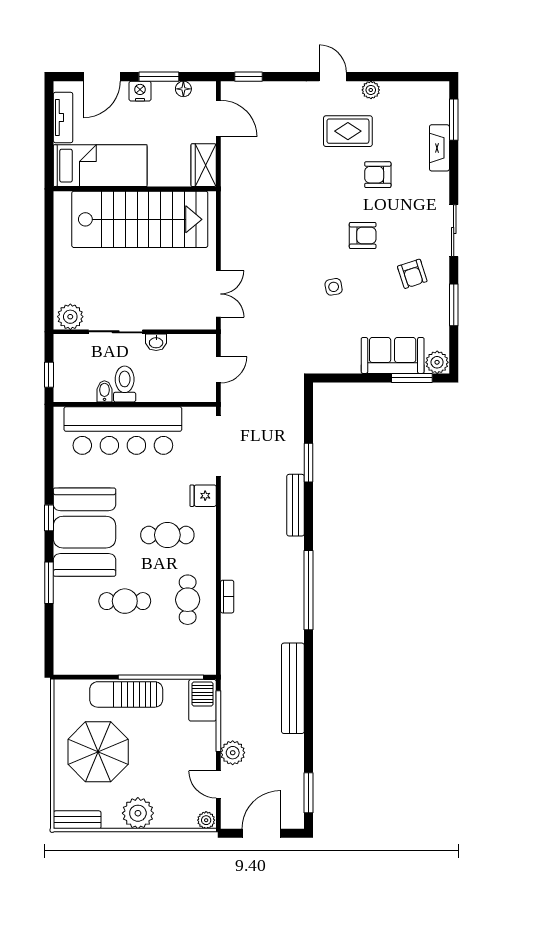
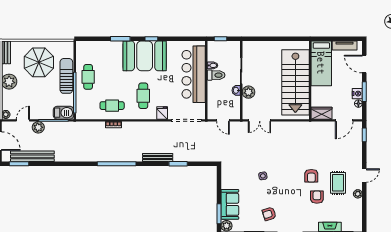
nightstand: (140, 91) -> (357, 94), moved
armchair: (363, 235) -> (311, 176), moved
plant: (70, 317) -> (248, 92), moved
cafe table: (125, 601) -> (88, 77), moved
bench: (293, 688) -> (32, 156), moved

